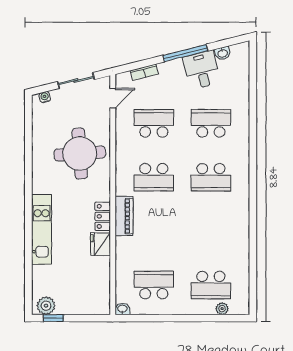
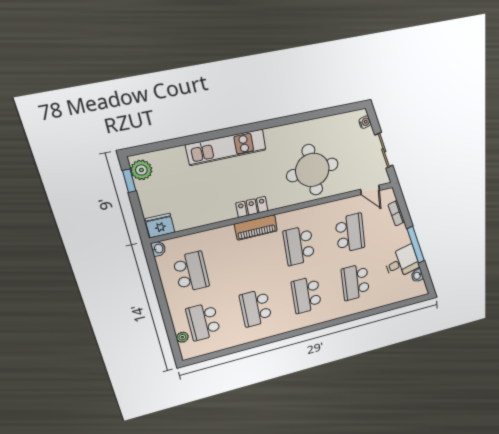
school desk: (211, 123) -> (355, 282), turned 180
school desk: (211, 231) -> (256, 308), added
fridge: (100, 244) -> (160, 226), moved

